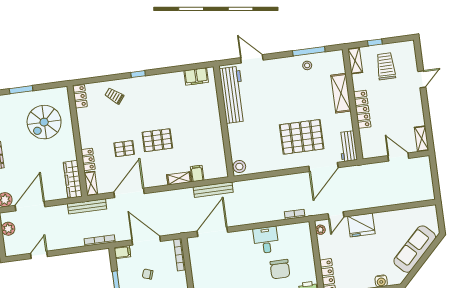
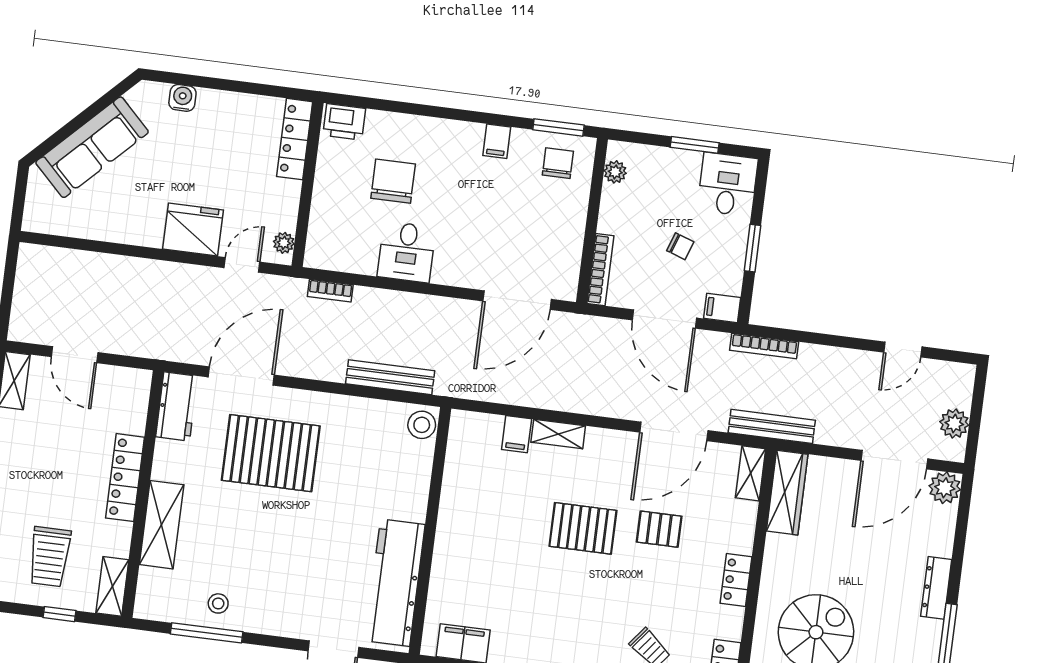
locker: (88, 159) -> (736, 580), moved
bench: (213, 190) -> (390, 377), moved

